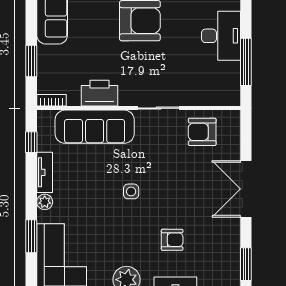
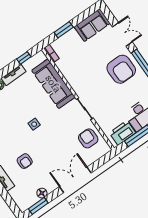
printer: (100, 93) -> (122, 133), moved, turned -90
floor lamp: (232, 247) -> (42, 193), added

